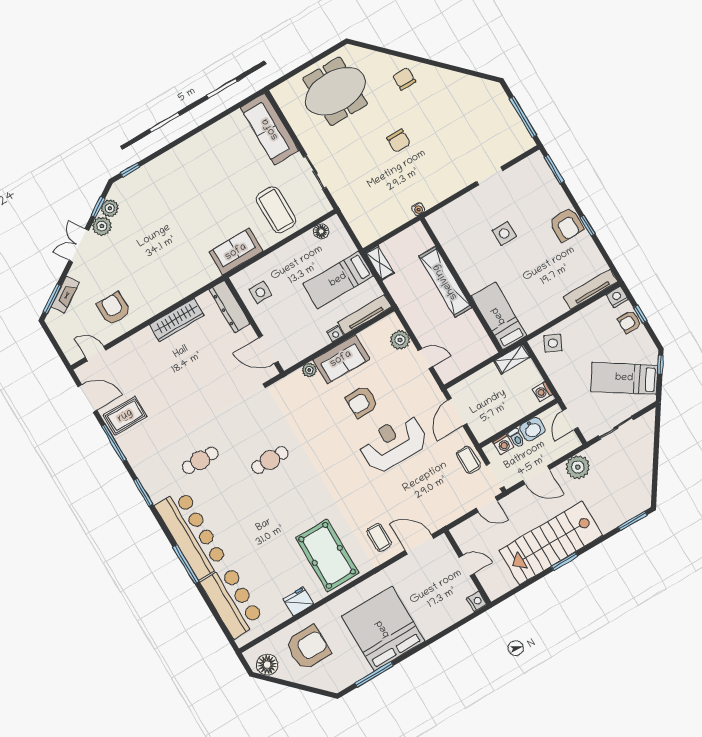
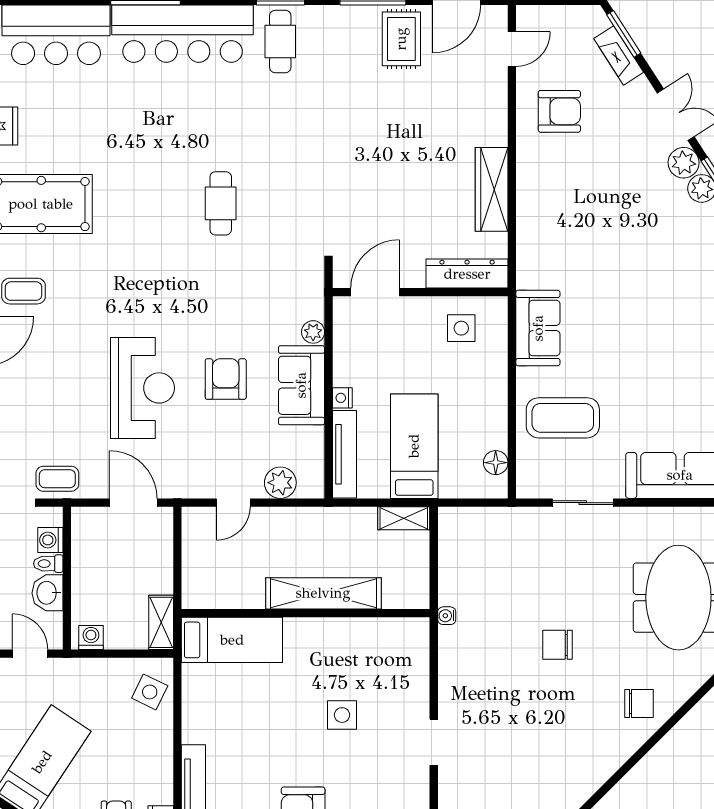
cafe table: (200, 460) -> (280, 41), moved

